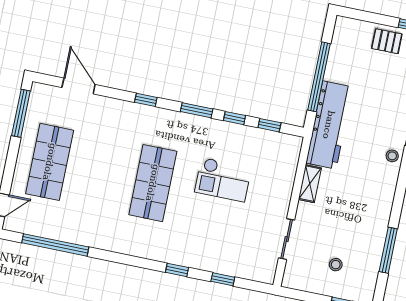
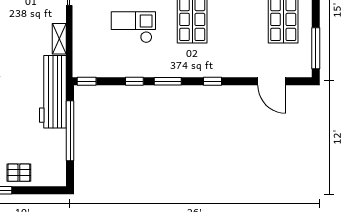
window: (269, 125) -> (87, 81), moved

